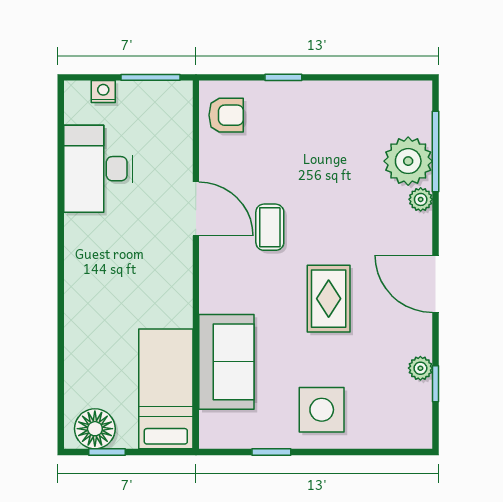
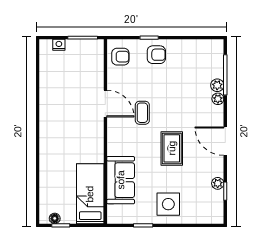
armchair: (298, 111) -> (156, 55), added
plant: (408, 161) -> (217, 85), width x0.53, depth x0.53
desk: (98, 169) -> (56, 83), removed
floor lamp: (95, 429) -> (55, 218), width x0.53, depth x0.53

